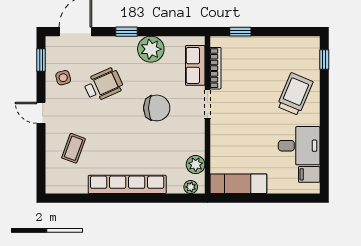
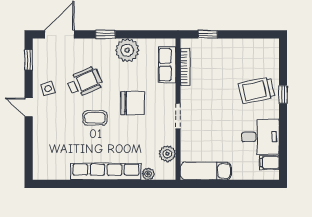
window: (324, 59) -> (283, 95), moved
side table: (63, 78) -> (48, 89), moved
trolley: (295, 94) -> (257, 90), turned -125
doorway: (207, 104) -> (178, 116), moved
coffee table: (73, 148) -> (95, 118), moved, turned 70
plant: (191, 187) -> (148, 174), moved

